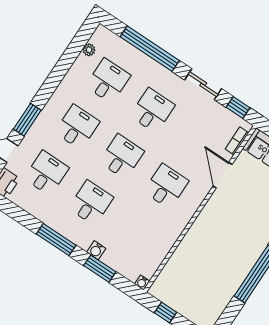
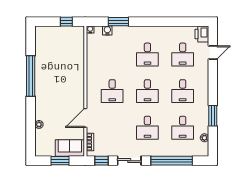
window: (27, 120) -> (213, 116), moved
door: (223, 175) -> (85, 118), swing flipped
window: (56, 240) -> (153, 22), removed
water cooler: (96, 250) -> (107, 30), moved

